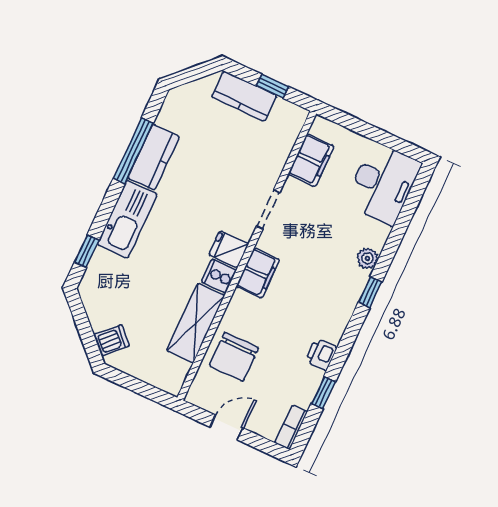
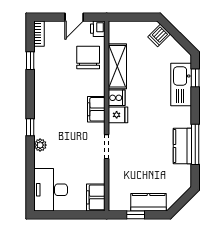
filing cabinet: (311, 160) -> (96, 197), moved
kitchen sink: (127, 219) -> (181, 85), moved
printer: (321, 355) -> (98, 29), moved, turned 180

